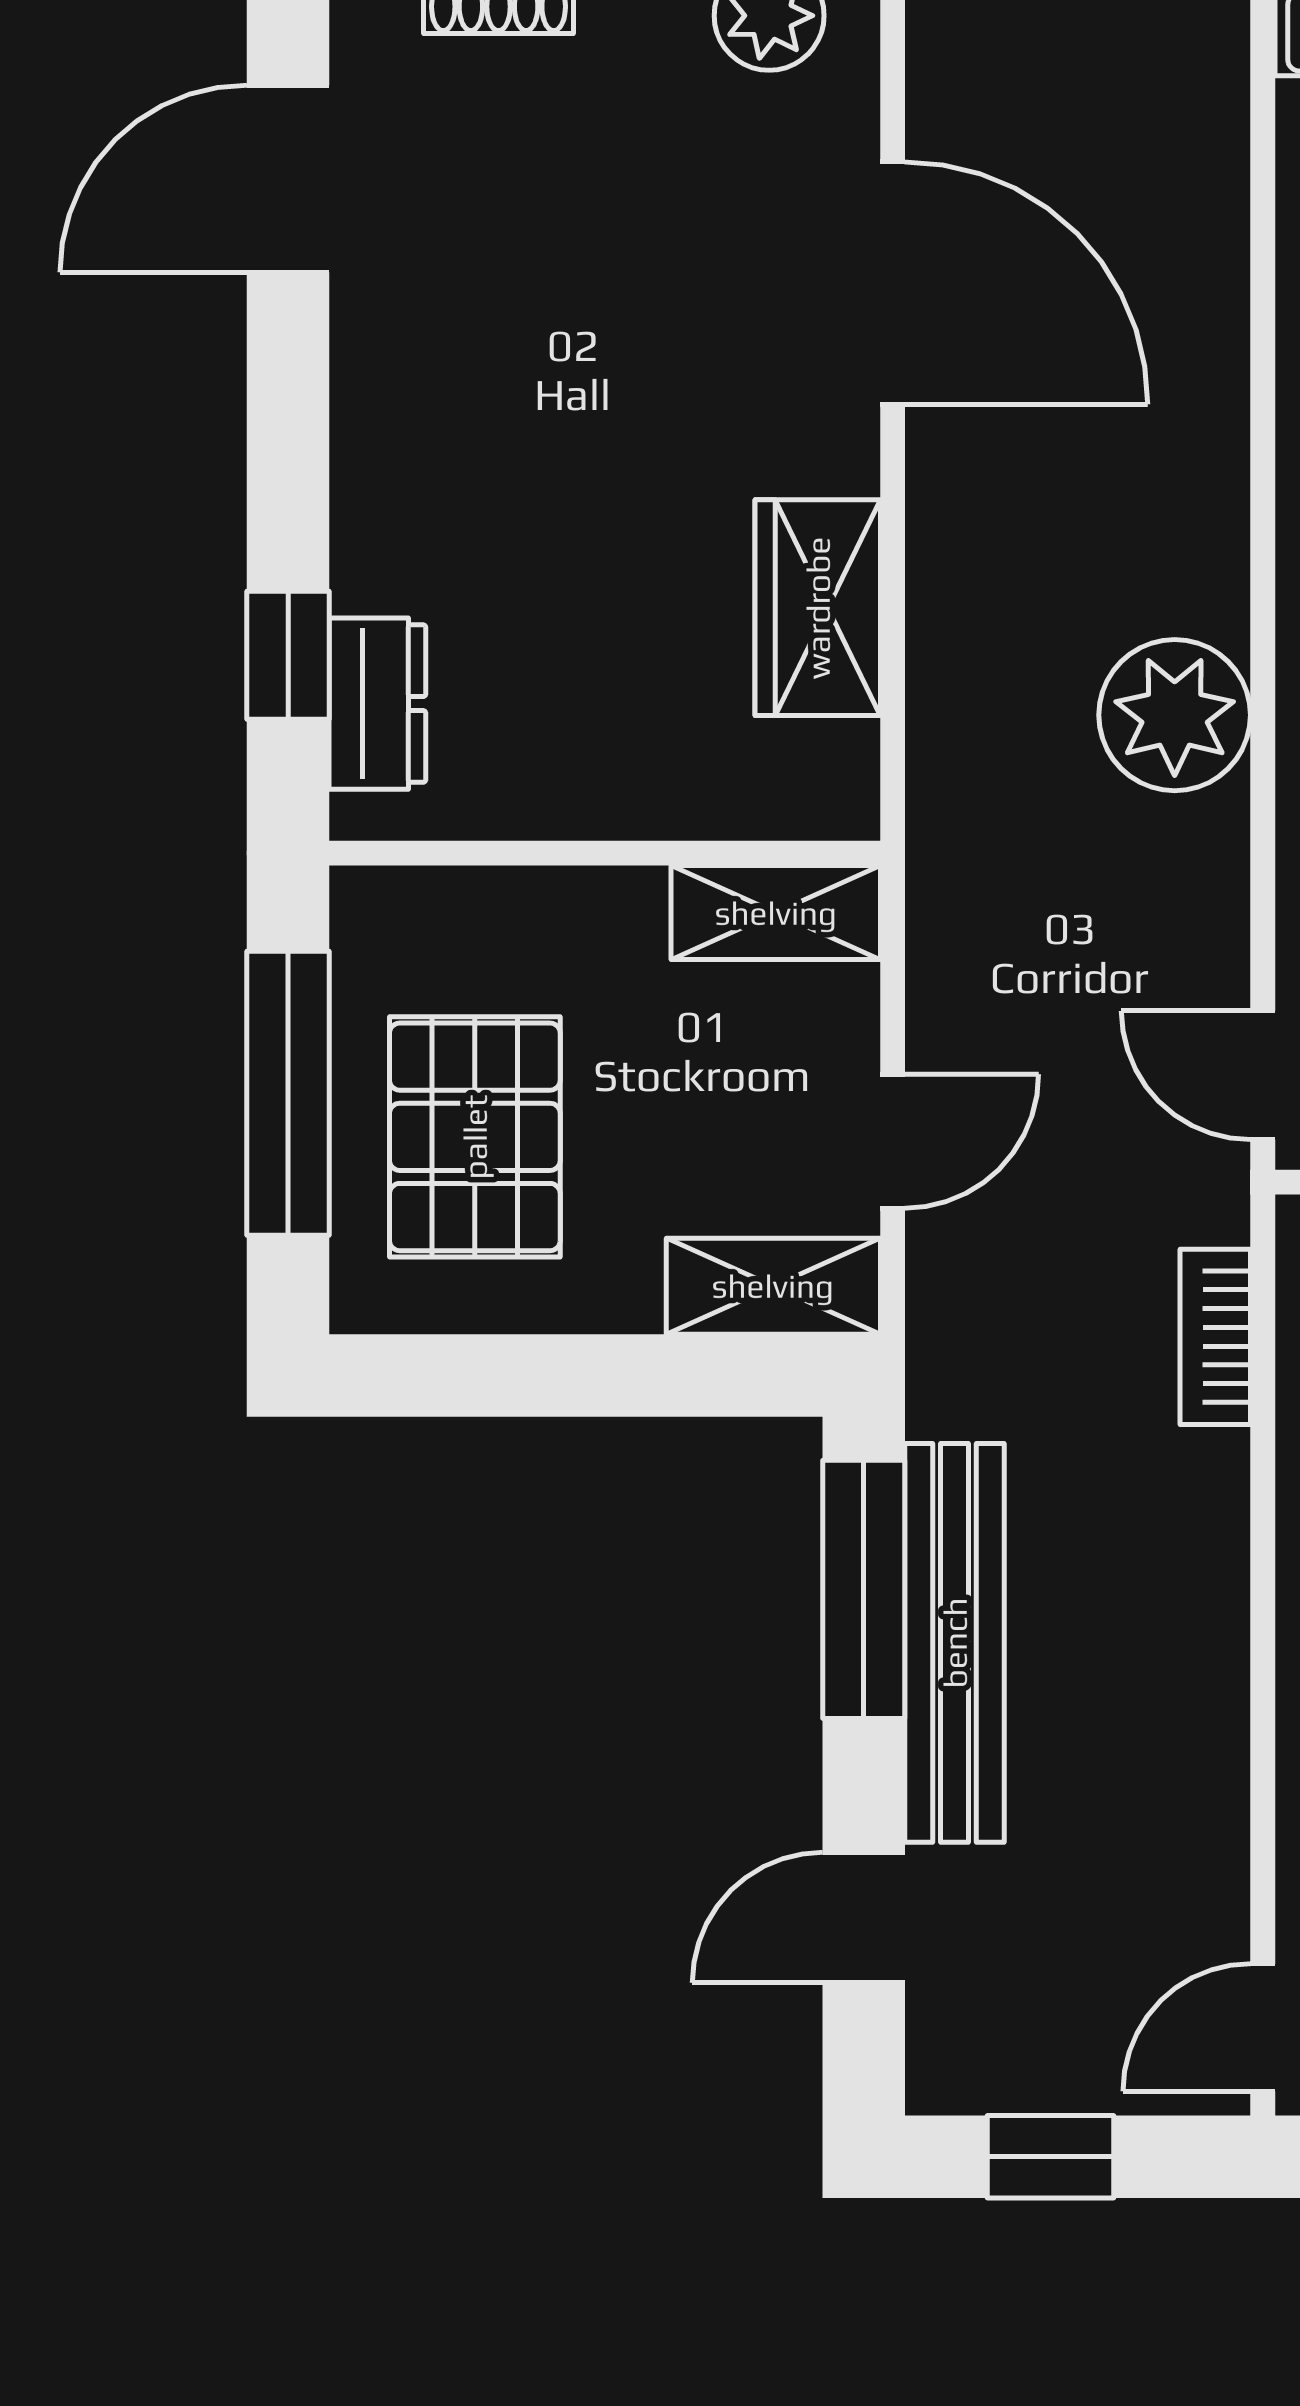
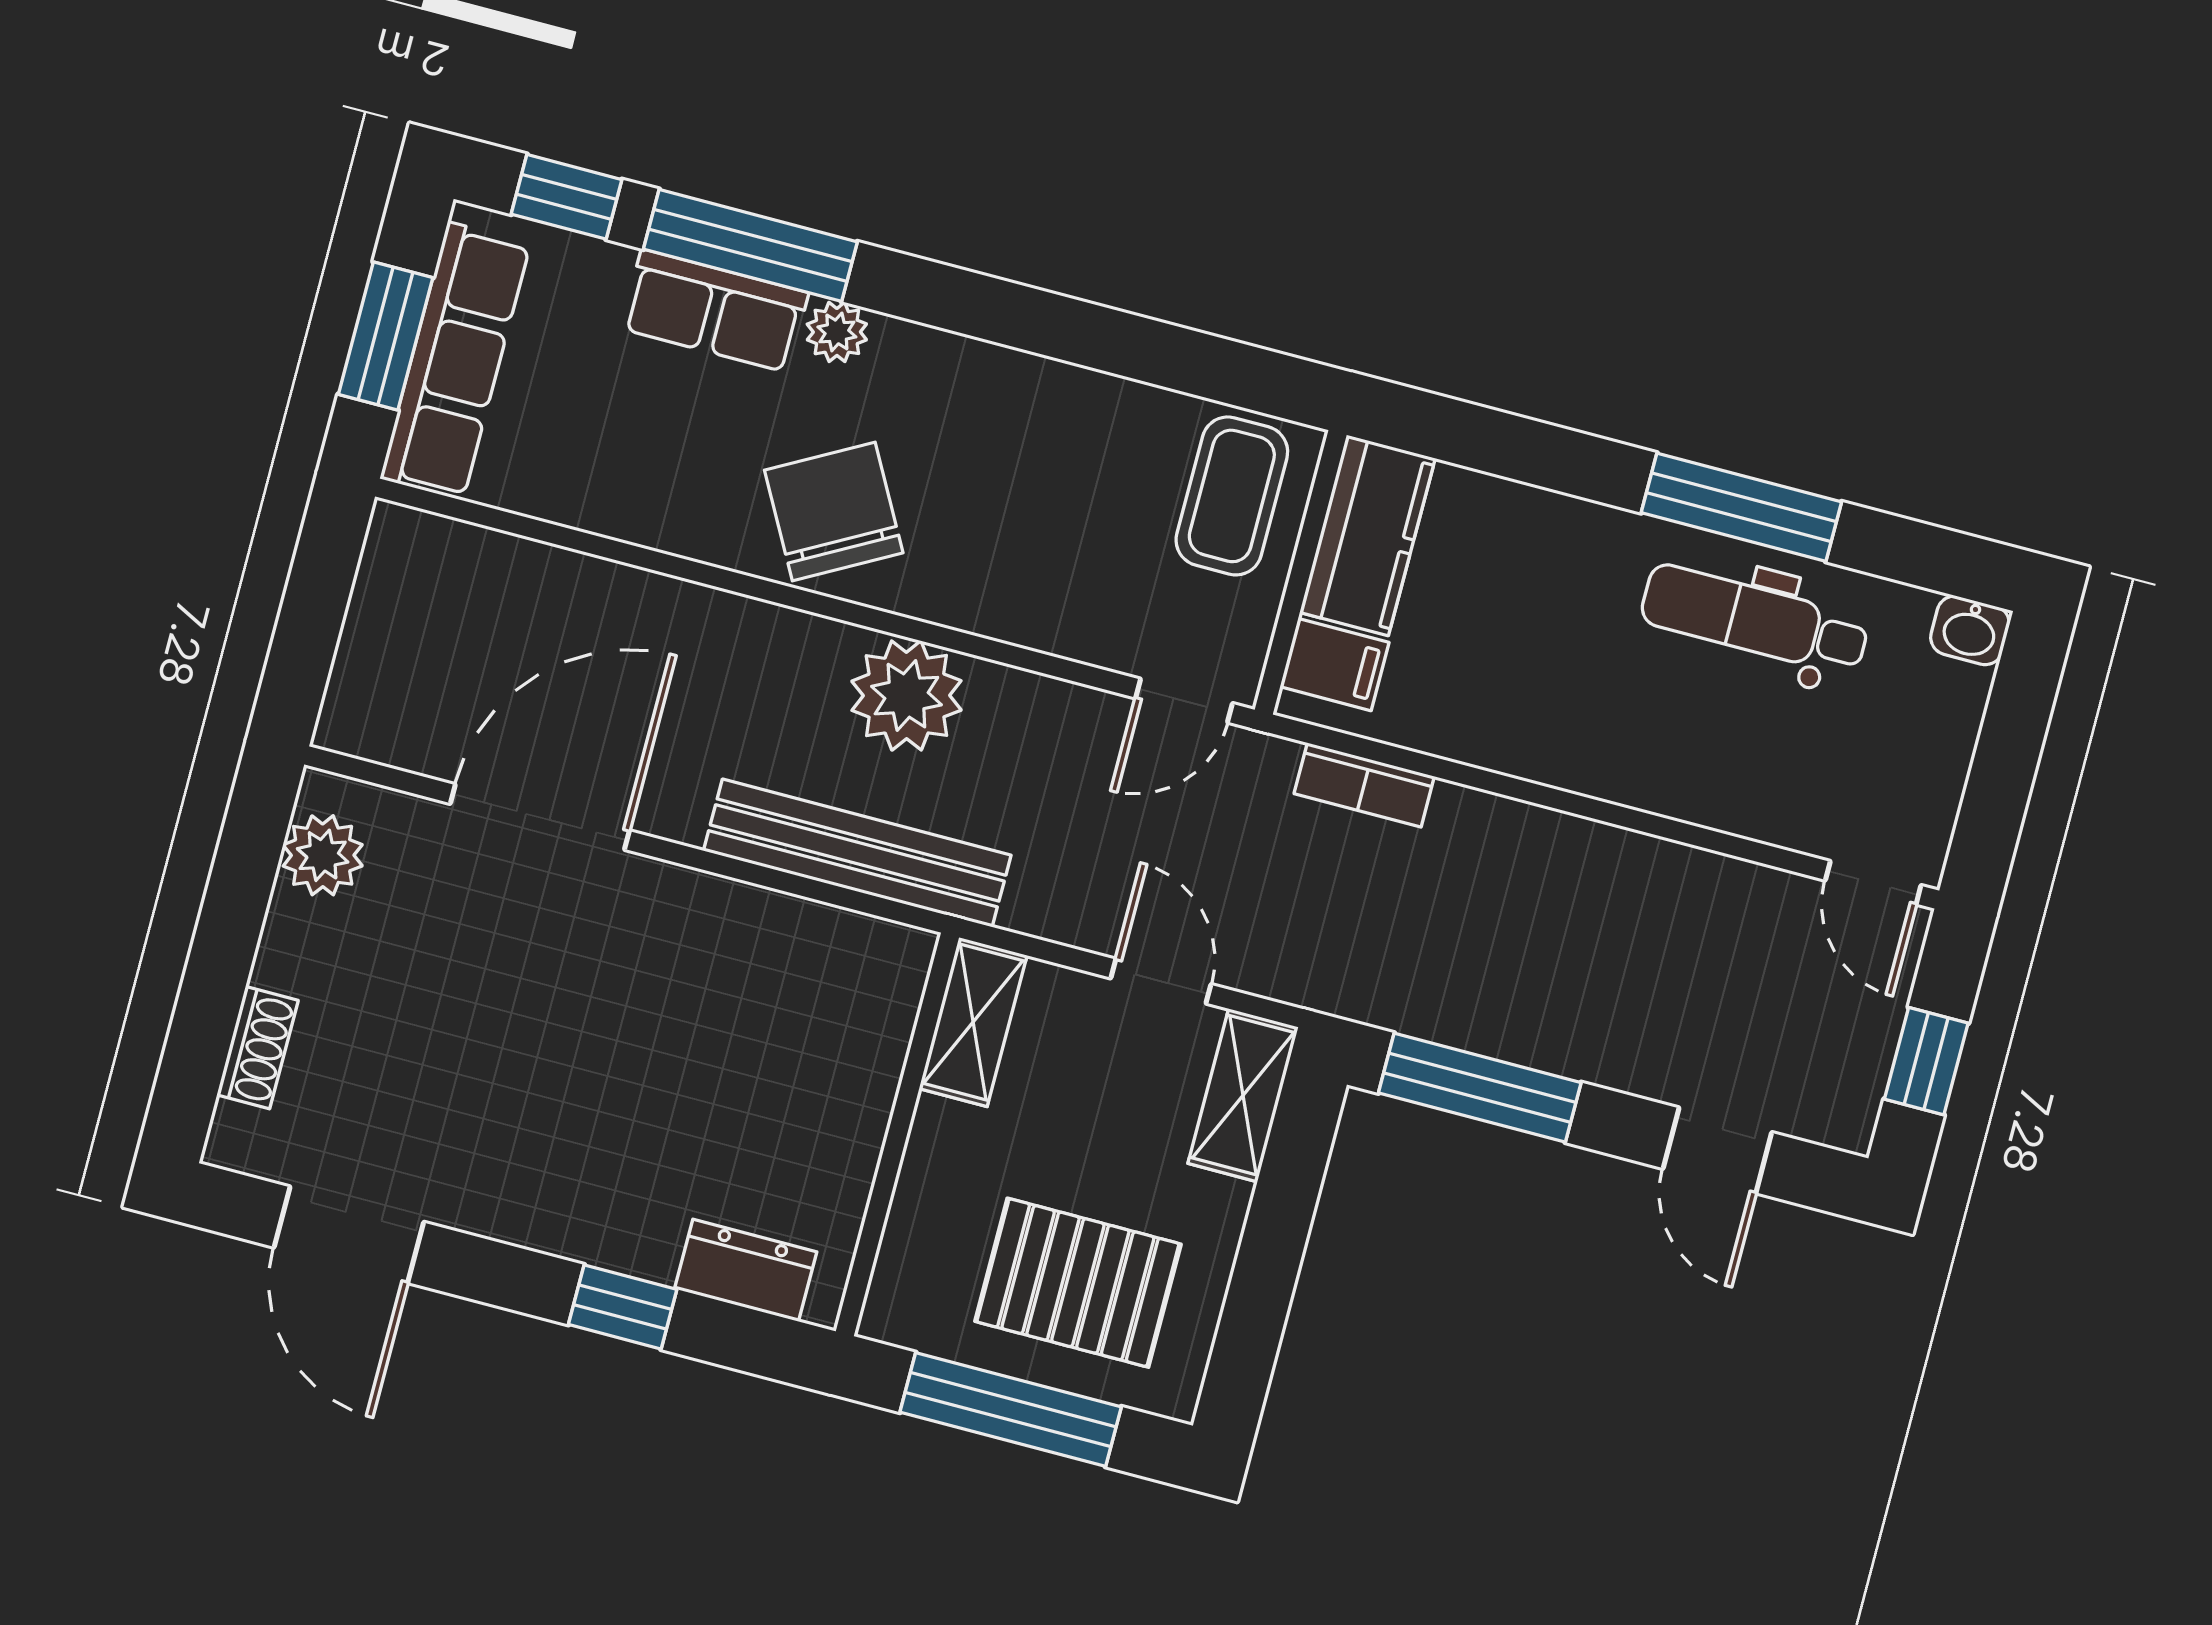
wardrobe: (818, 608) -> (760, 933), removed
window: (288, 655) -> (623, 1307), moved
bench: (955, 1643) -> (857, 853), moved

